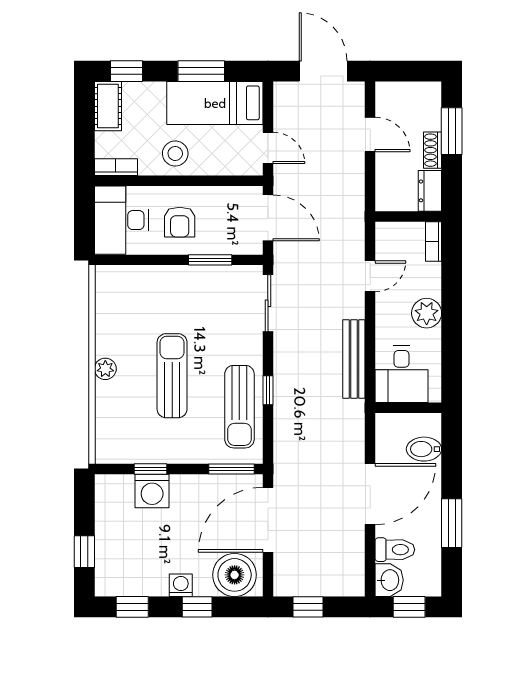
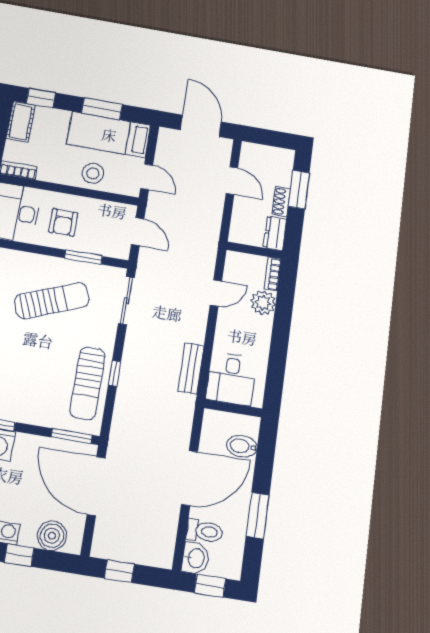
stool: (175, 153) -> (93, 173), moved
door: (268, 218) -> (138, 232), width x0.73
plant: (427, 313) -> (263, 303), moved
bench: (354, 359) -> (191, 368), width x0.73
sun lounger: (172, 376) -> (52, 301), moved, turned 68
door: (268, 520) -> (96, 486), hinge flipped
boiler: (235, 575) -> (52, 536), width x0.73, depth x0.73

